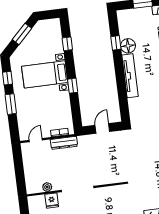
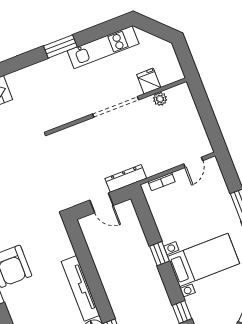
door: (102, 128) -> (102, 203), hinge flipped
dresser: (64, 143) -> (126, 178), moved

